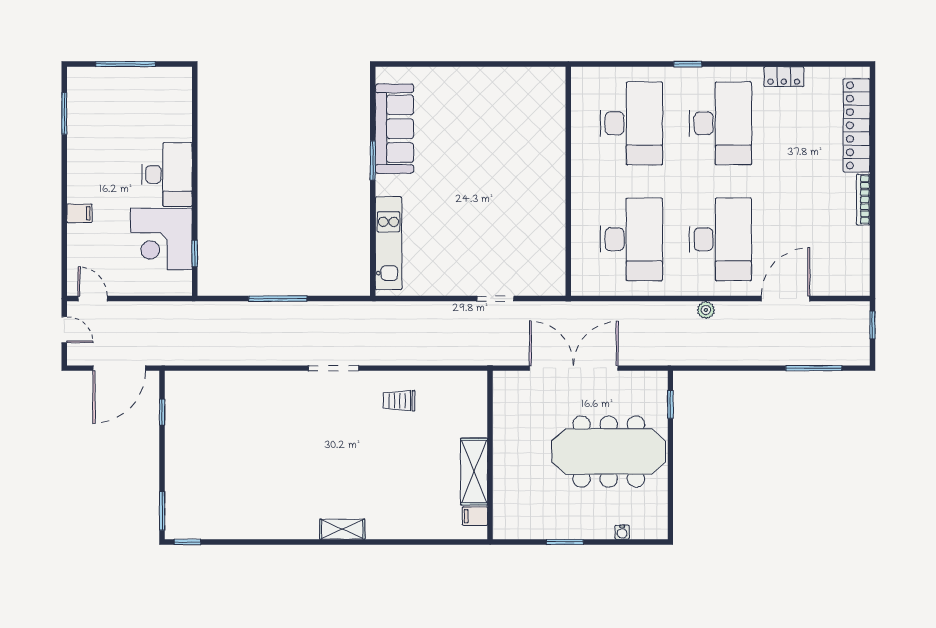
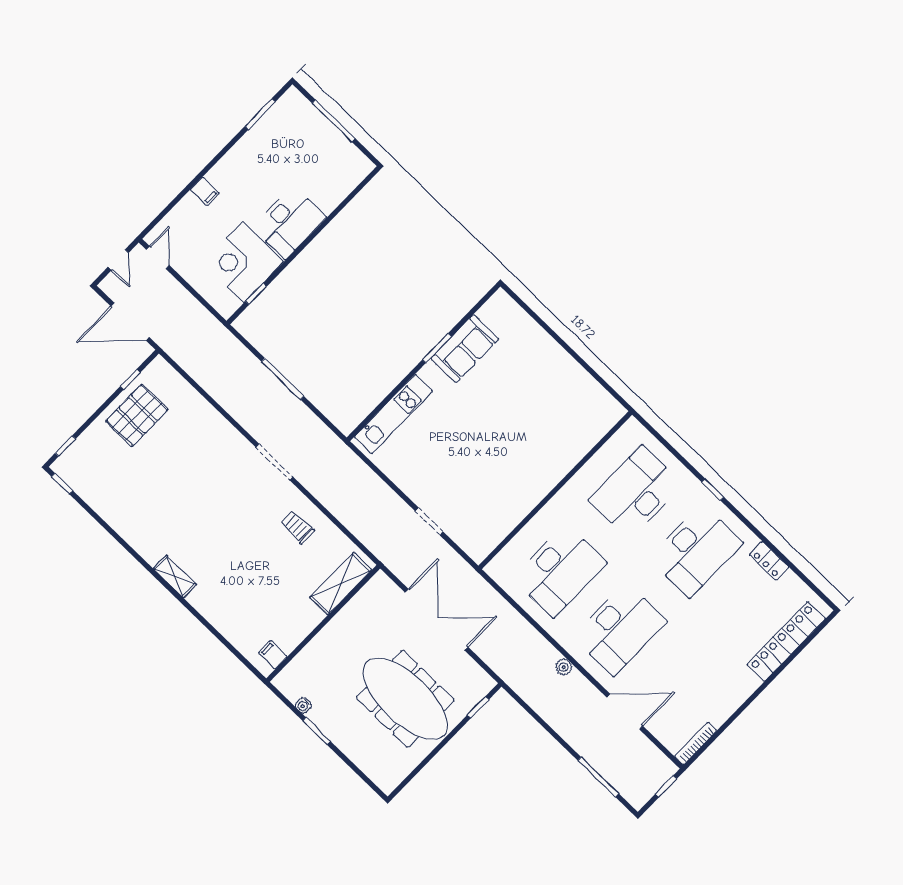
desk: (631, 123) -> (636, 492), turned 180
sofa: (394, 129) -> (465, 349), width x0.73
bookcase: (863, 200) -> (696, 744), moved
pallet: (194, 434) -> (137, 415), added
shelving: (474, 472) -> (341, 584), moved
window: (162, 511) -> (65, 446), width x0.67
water cooler: (622, 532) -> (303, 706), moved

